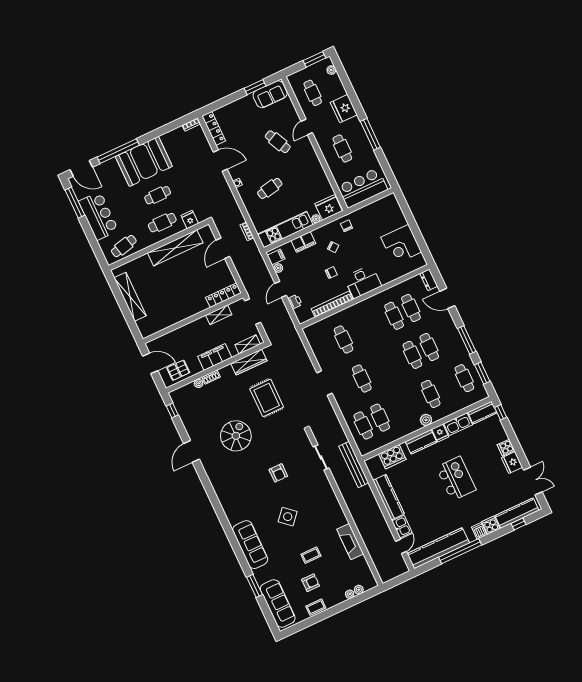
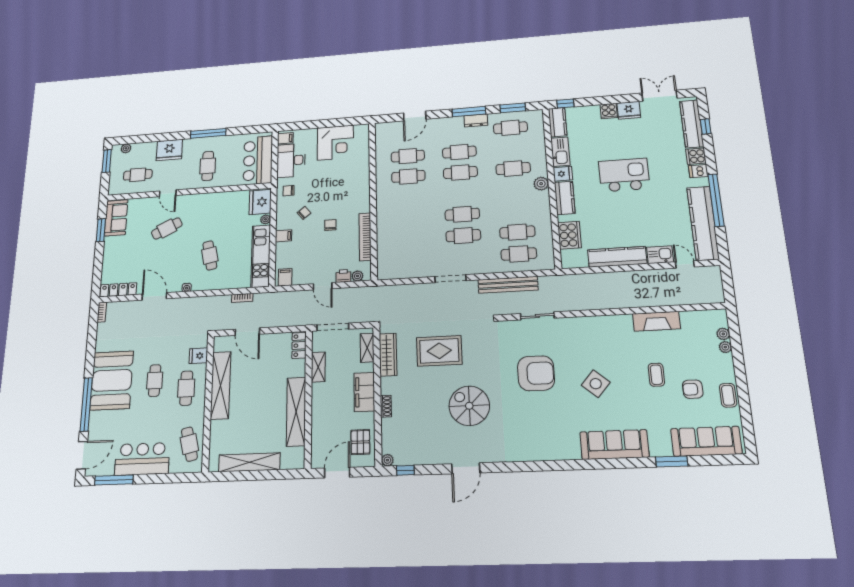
cafe table: (342, 148) -> (208, 166), turned 90
door: (220, 161) -> (154, 296), hinge flipped
filing cabinet: (298, 244) -> (285, 138), moved
plant: (278, 268) -> (357, 276), moved
dresser: (429, 280) -> (476, 120), moved
desk: (363, 282) -> (291, 160), moved, turned 180
locker: (223, 295) -> (299, 345), width x0.66
shelving: (180, 314) -> (296, 412), added
cafe table: (344, 340) -> (462, 214), moved
plant: (199, 383) -> (387, 460), moved
door: (191, 451) -> (466, 468), hinge flipped
bench: (354, 464) -> (508, 285), moved
armchair: (278, 473) -> (536, 373), width x1.88, depth x1.88
armchair: (311, 583) -> (693, 389), turned -90

